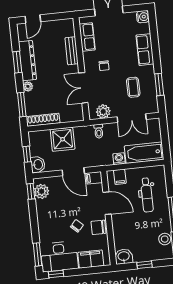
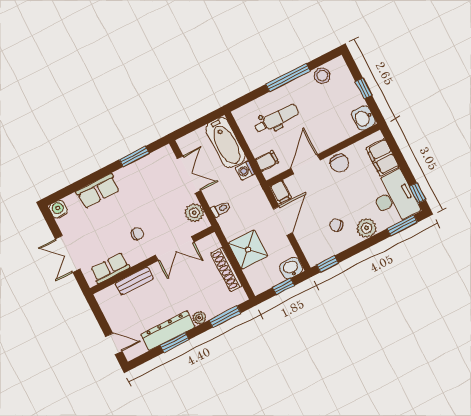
coffee table: (133, 87) -> (150, 187), removed
shoe rack: (43, 120) -> (226, 270), moved
plant: (42, 191) -> (366, 228), moved
chair: (77, 226) -> (336, 225), moved

